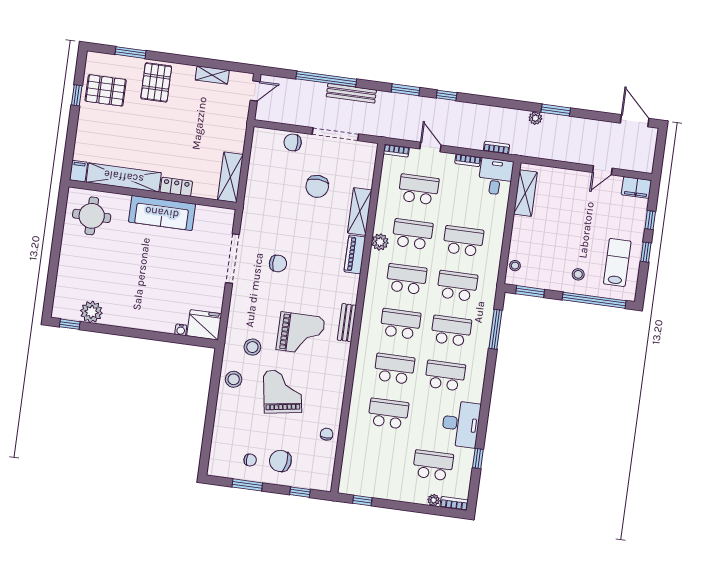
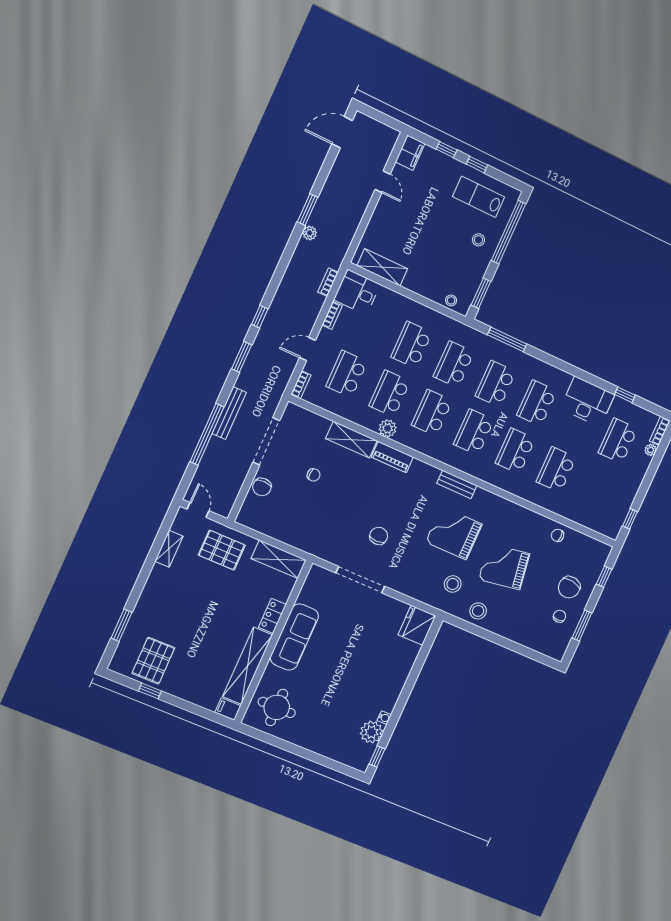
pallet: (156, 82) -> (222, 550), moved
chair: (317, 186) -> (314, 475), width x0.54, depth x0.54
water cooler: (181, 330) -> (384, 718), moved
grand piano: (301, 334) -> (454, 533), turned -90

